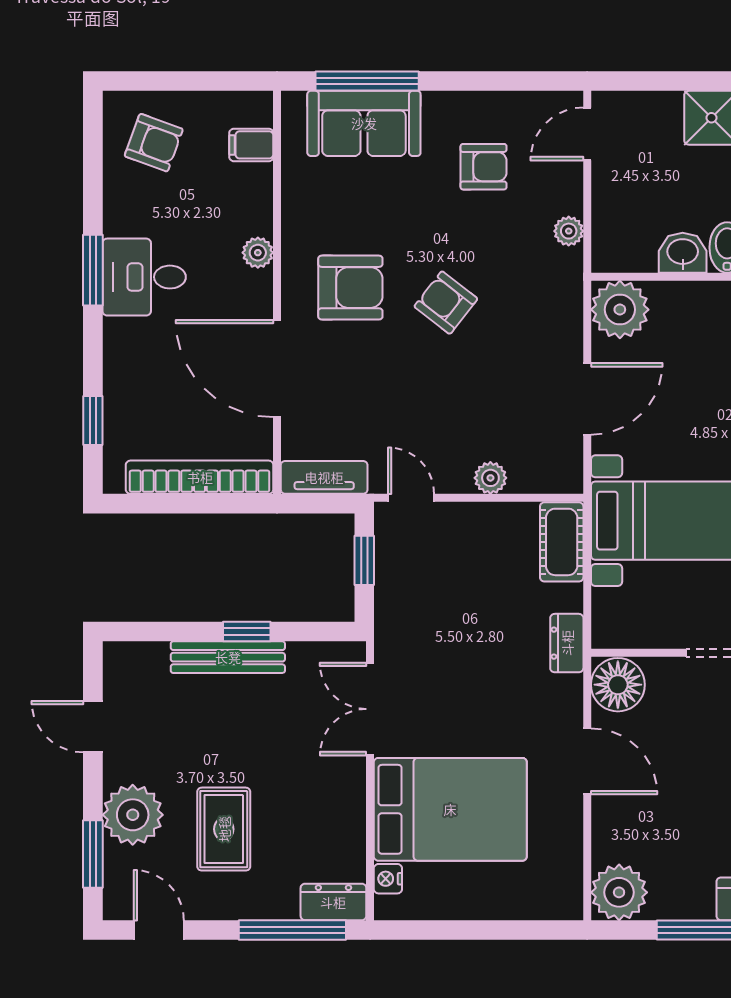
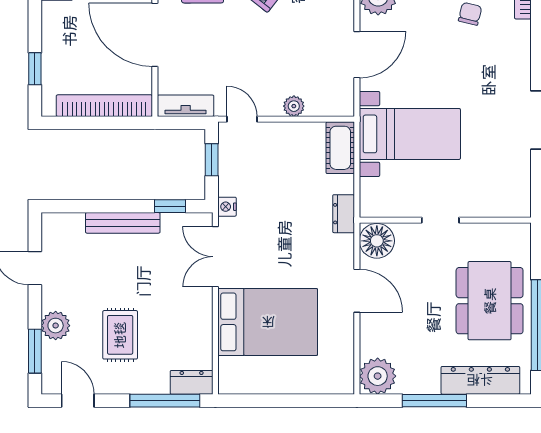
window: (247, 632) -> (170, 206), moved
plant: (133, 815) -> (56, 326), width x0.73, depth x0.73
nightstand: (388, 879) -> (227, 207), moved

